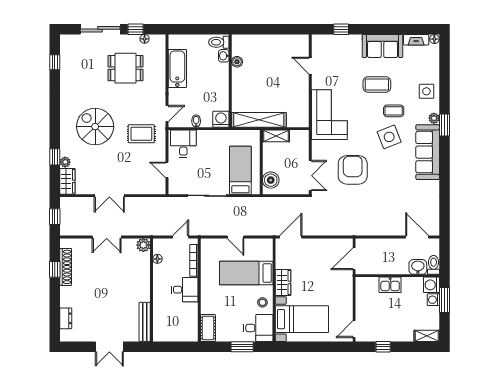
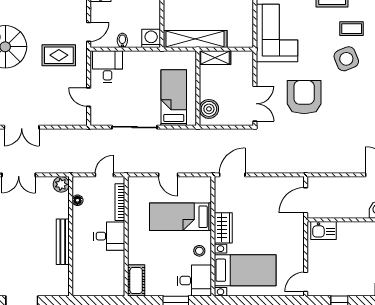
kitchen sink: (390, 285) -> (324, 231), moved
bench: (145, 322) -> (63, 242), moved

